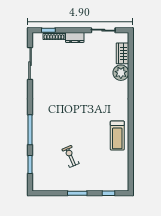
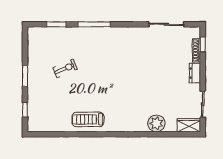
wardrobe: (123, 53) -> (189, 125), moved

